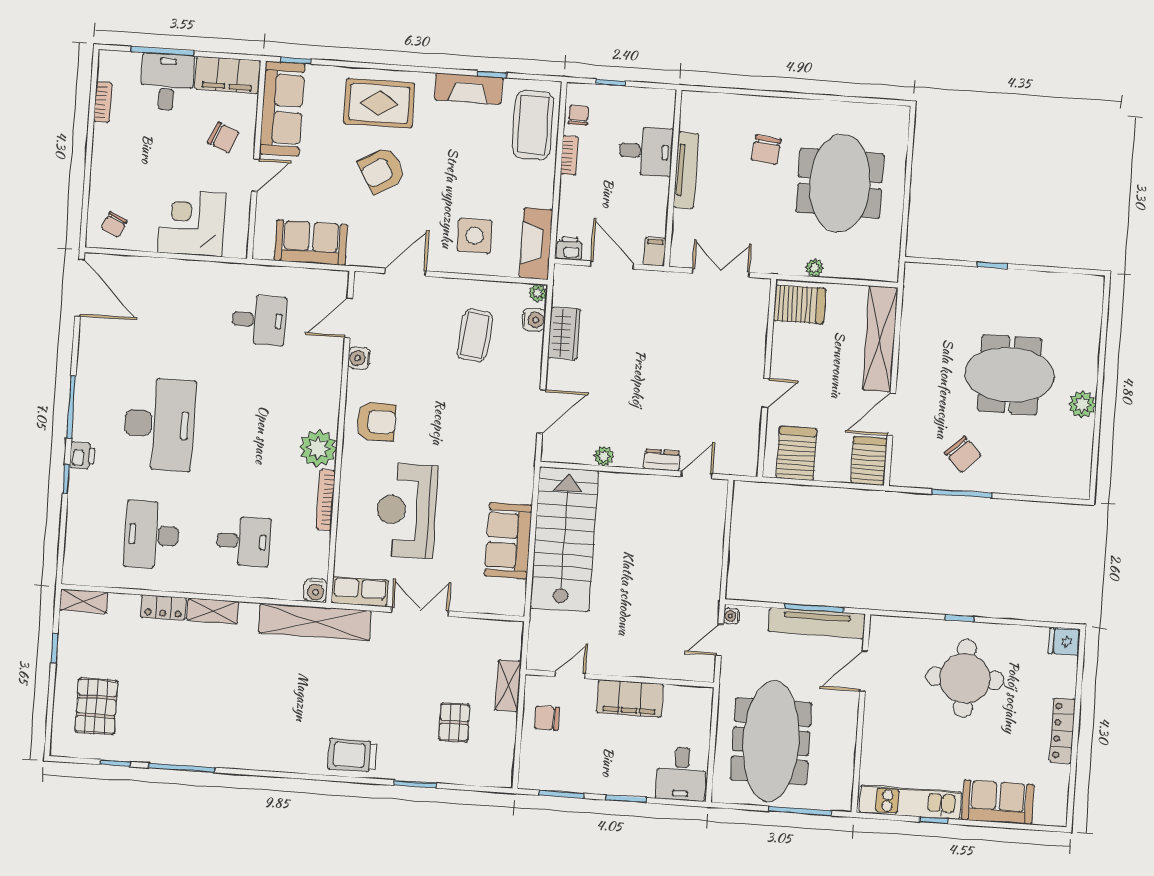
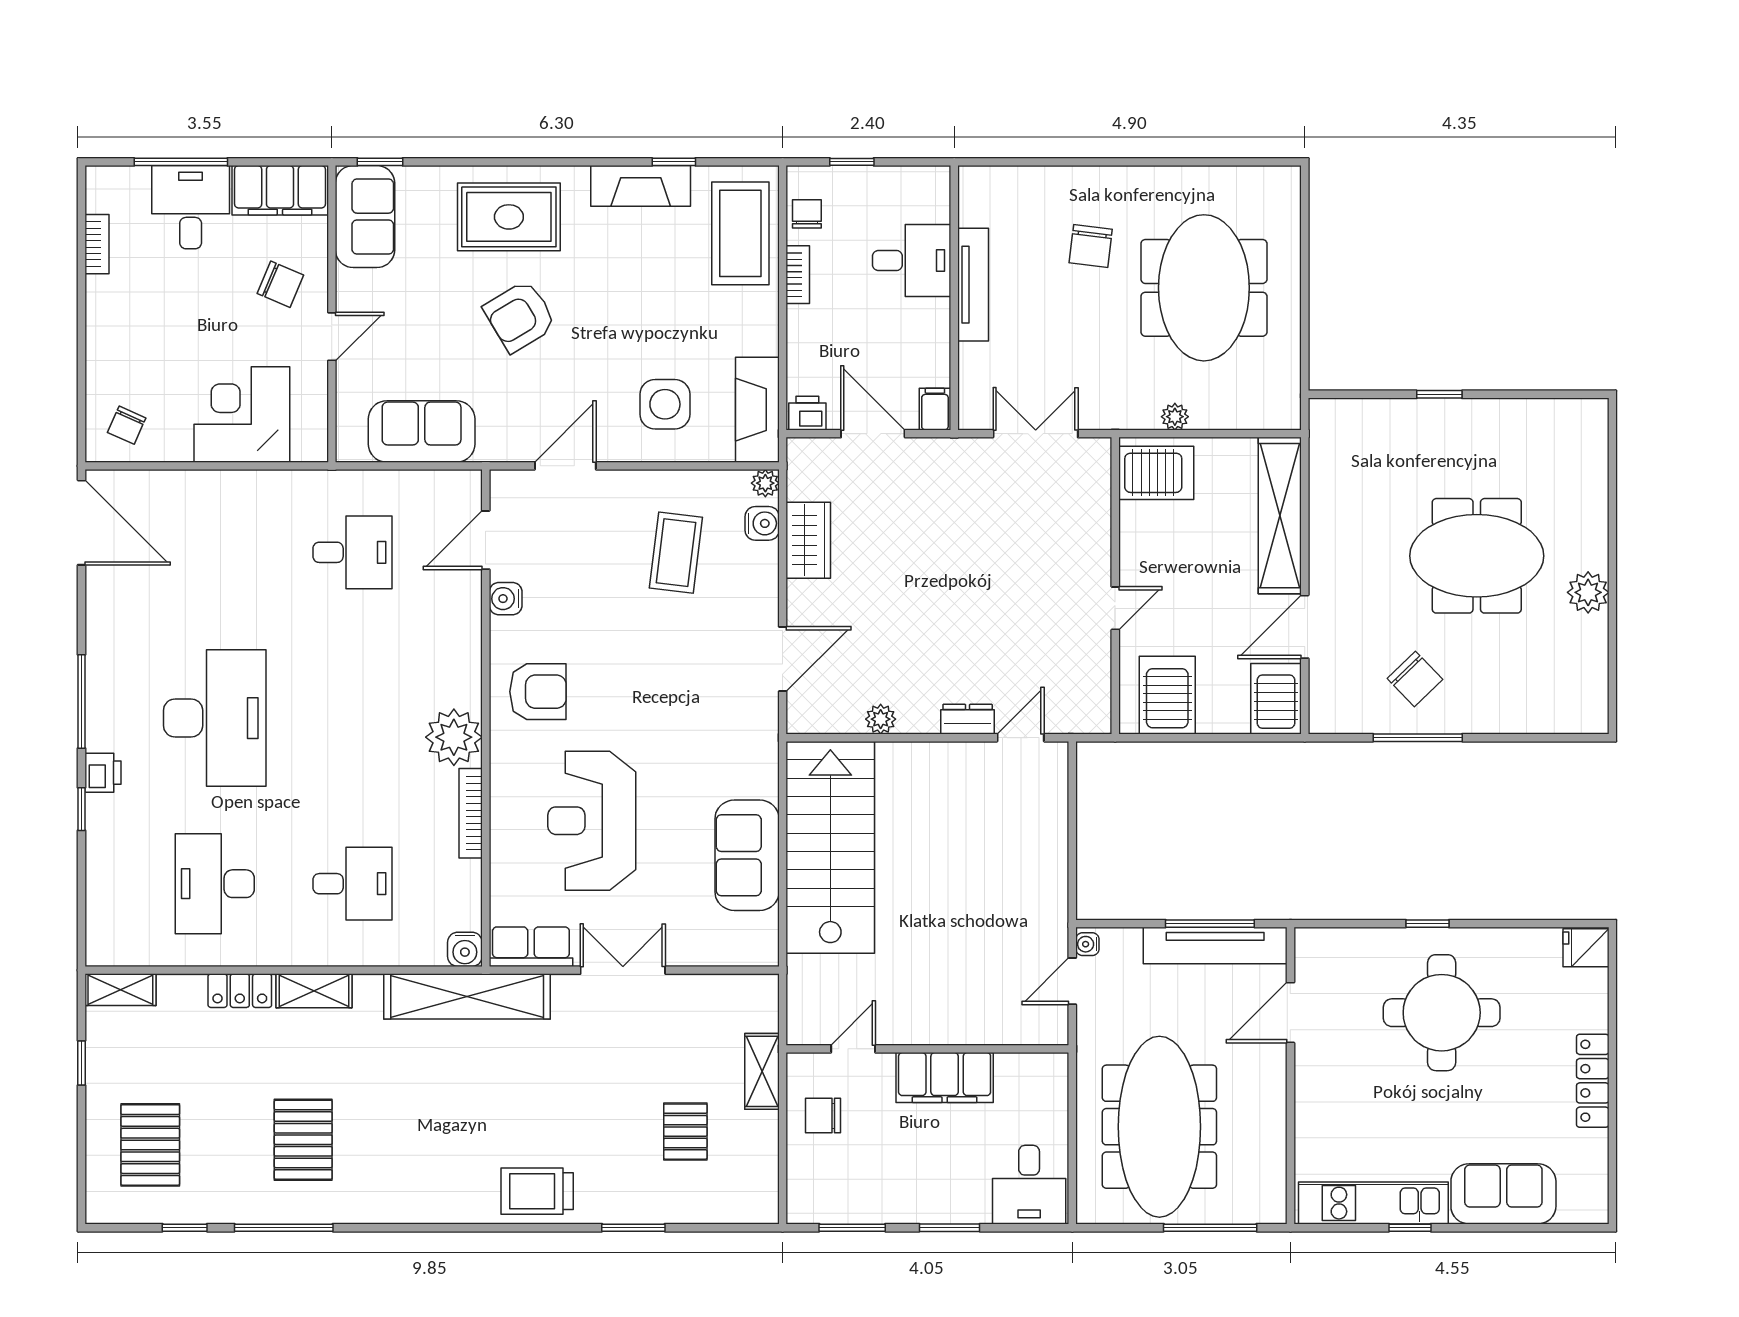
sofa: (282, 109) -> (365, 217), width x0.73
pallet: (199, 710) -> (303, 1140), added

